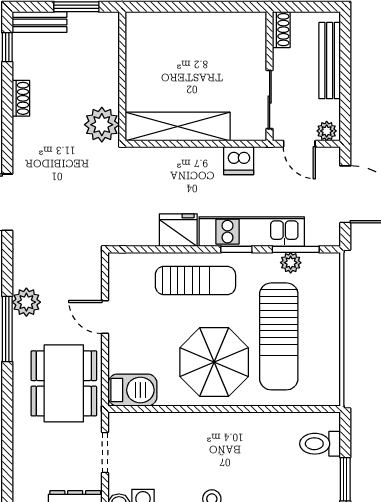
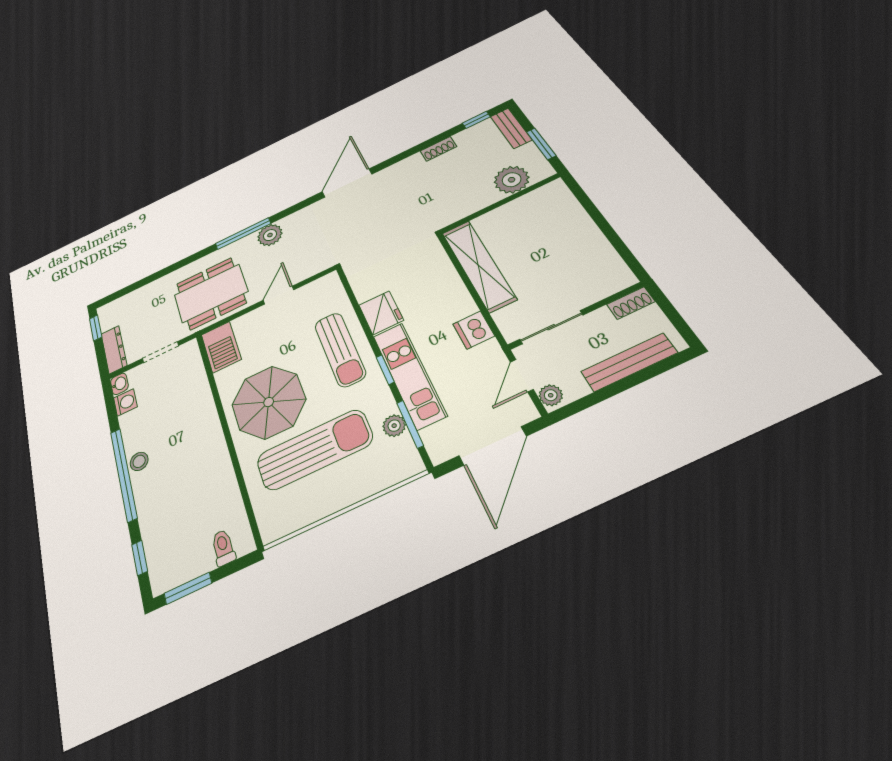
plant: (102, 125) -> (512, 180), moved
sun lounger: (279, 336) -> (315, 450), turned 180
toilet: (320, 444) -> (223, 548), width x0.73, depth x0.72

